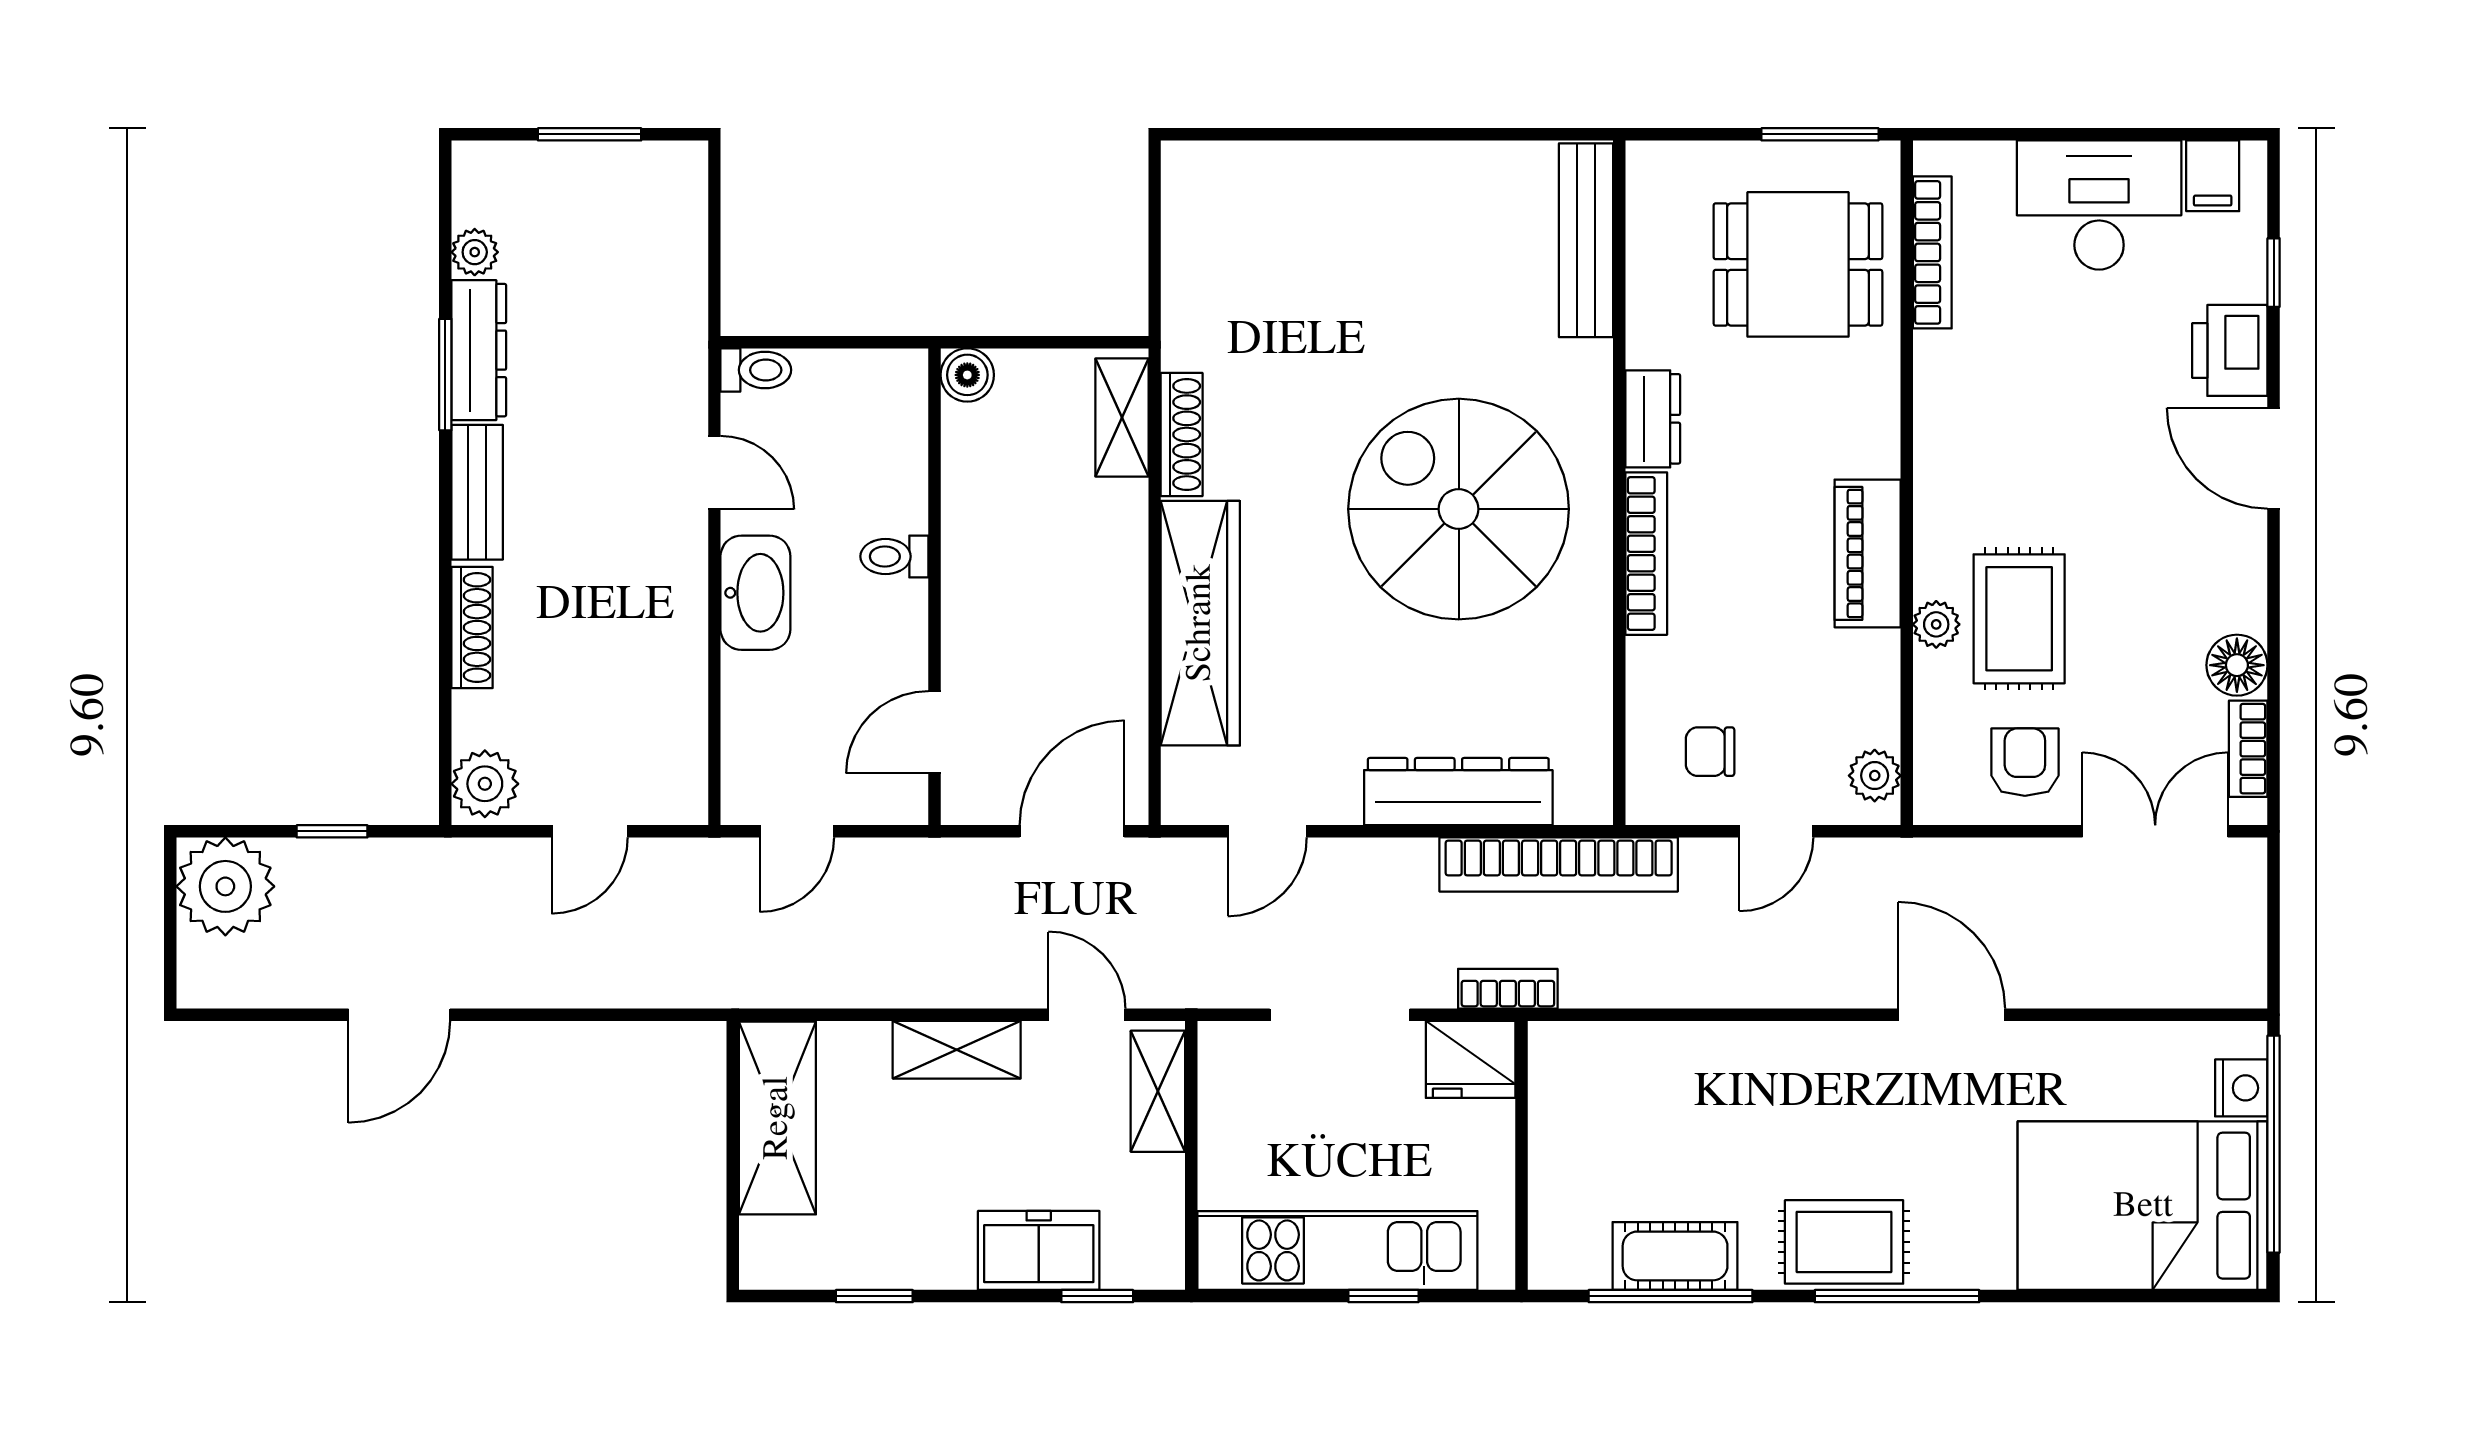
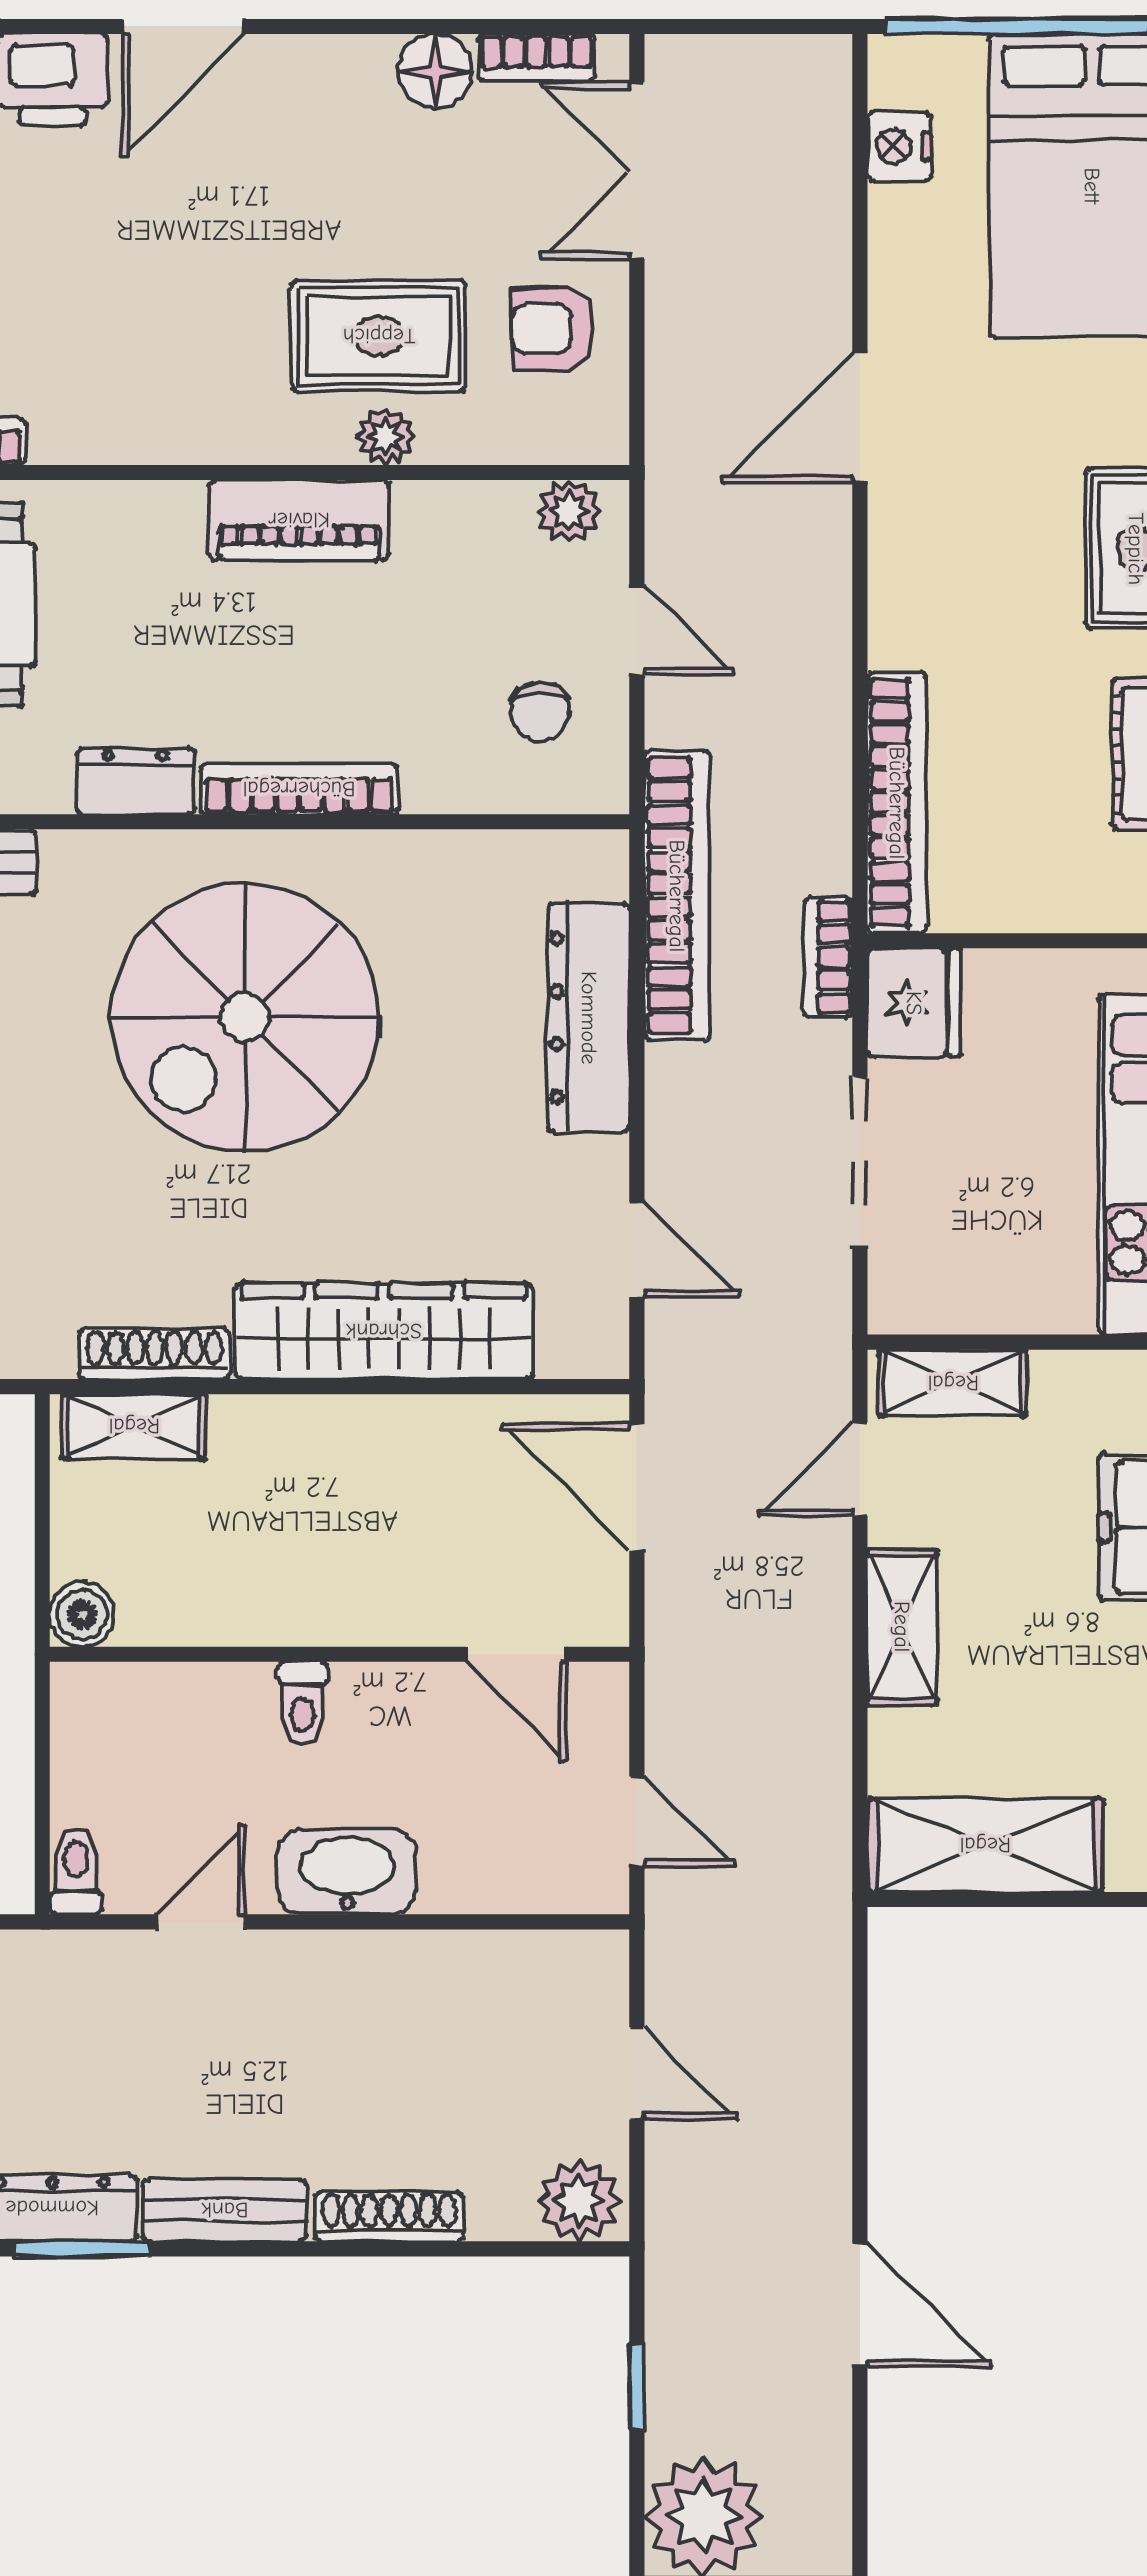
bookcase: (1635, 1045) -> (897, 803), added
nightstand: (2241, 1088) -> (899, 146), moved, turned -90

